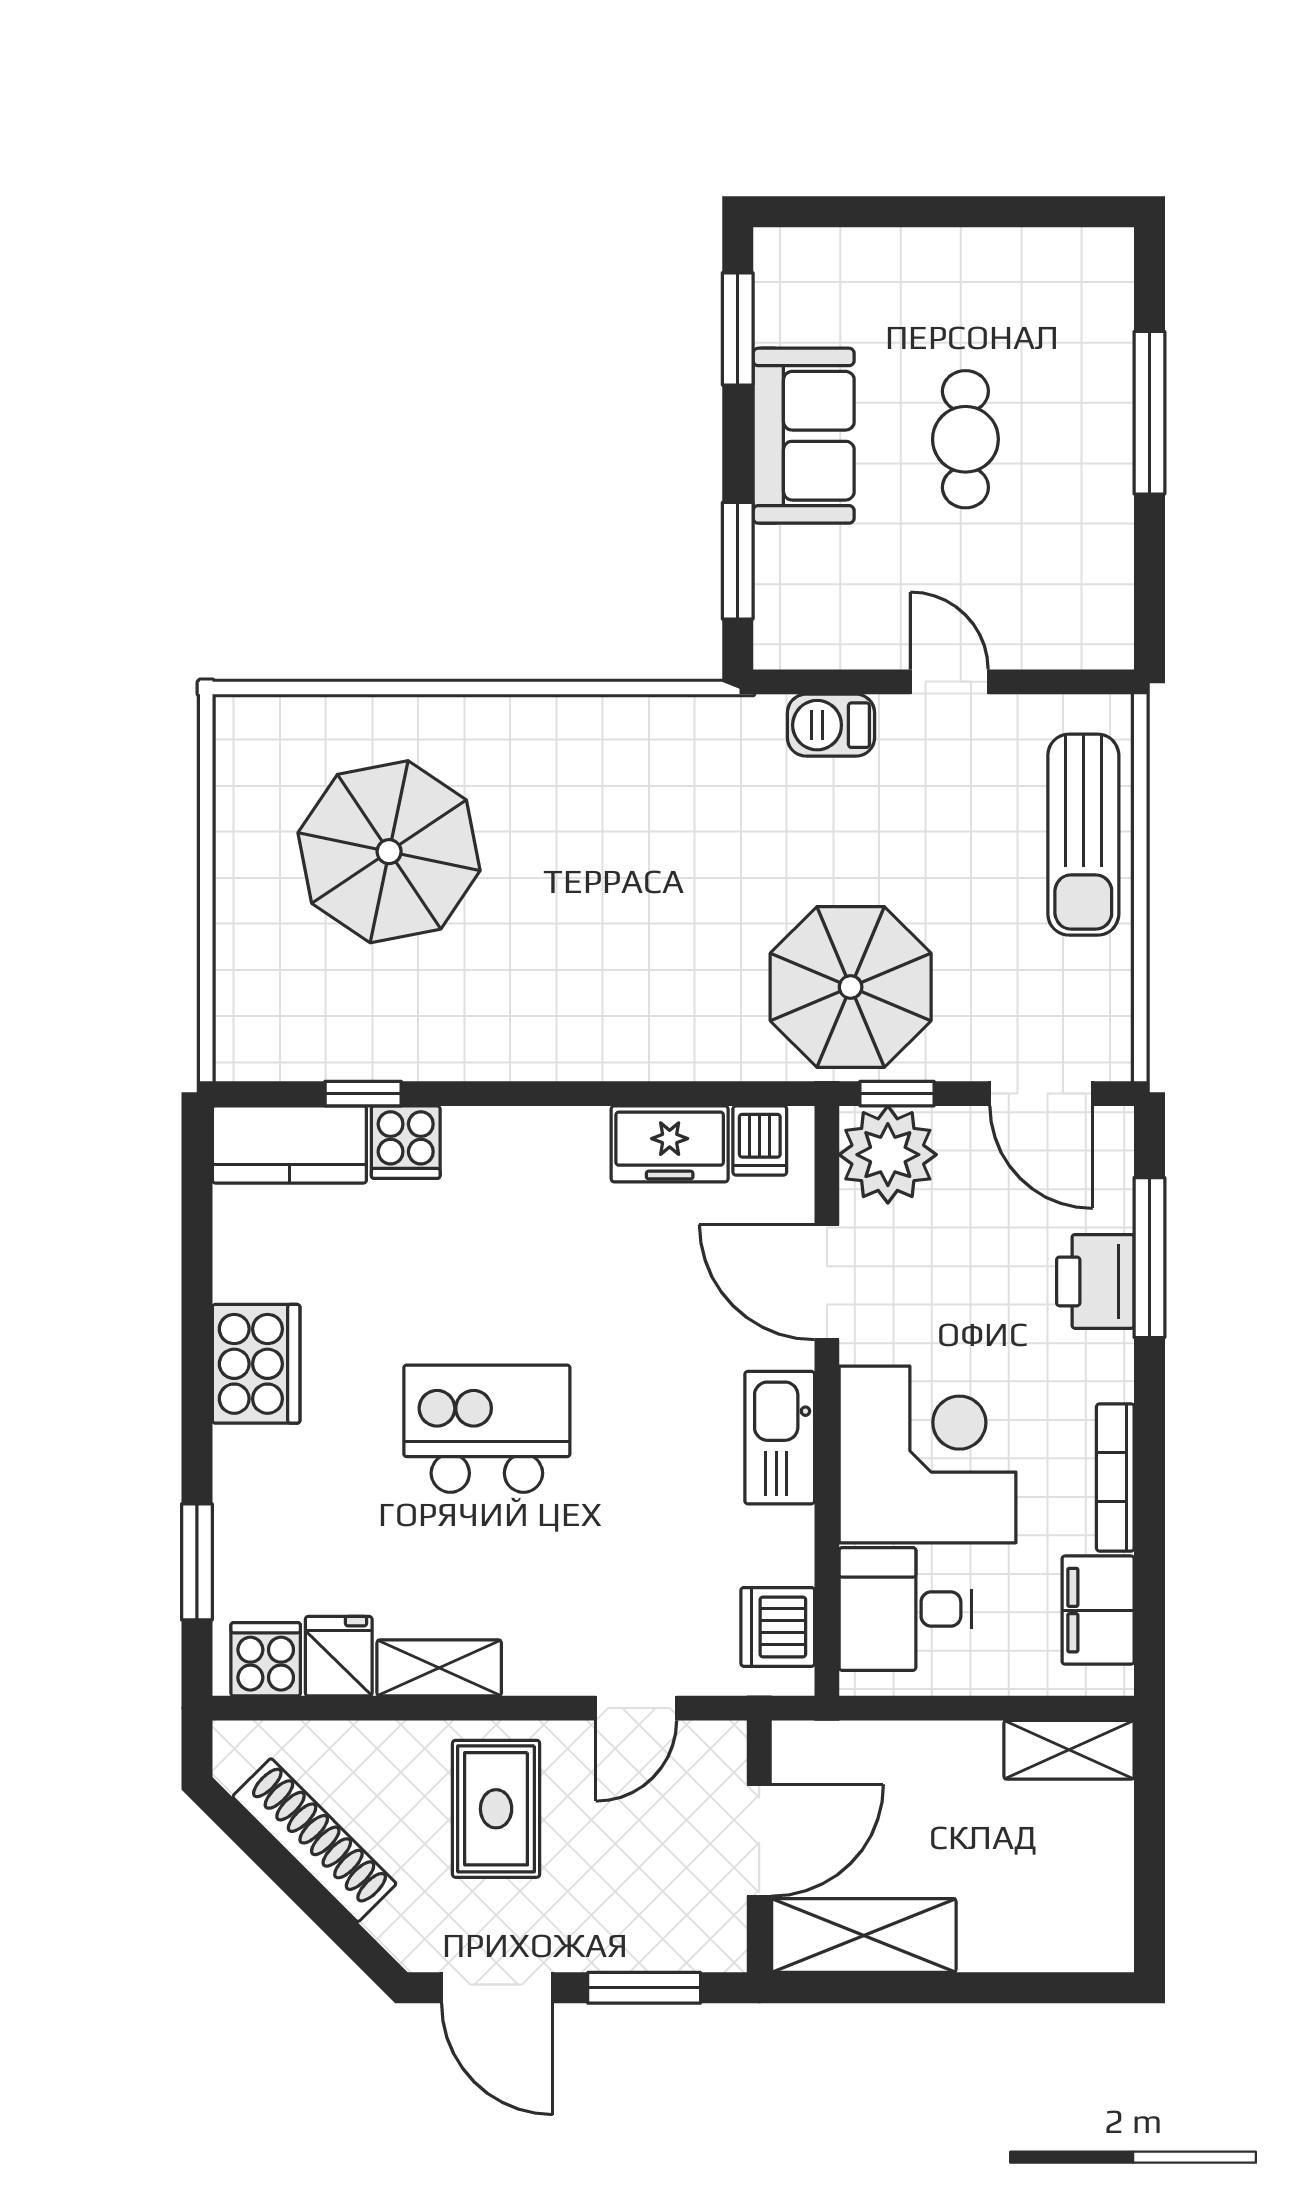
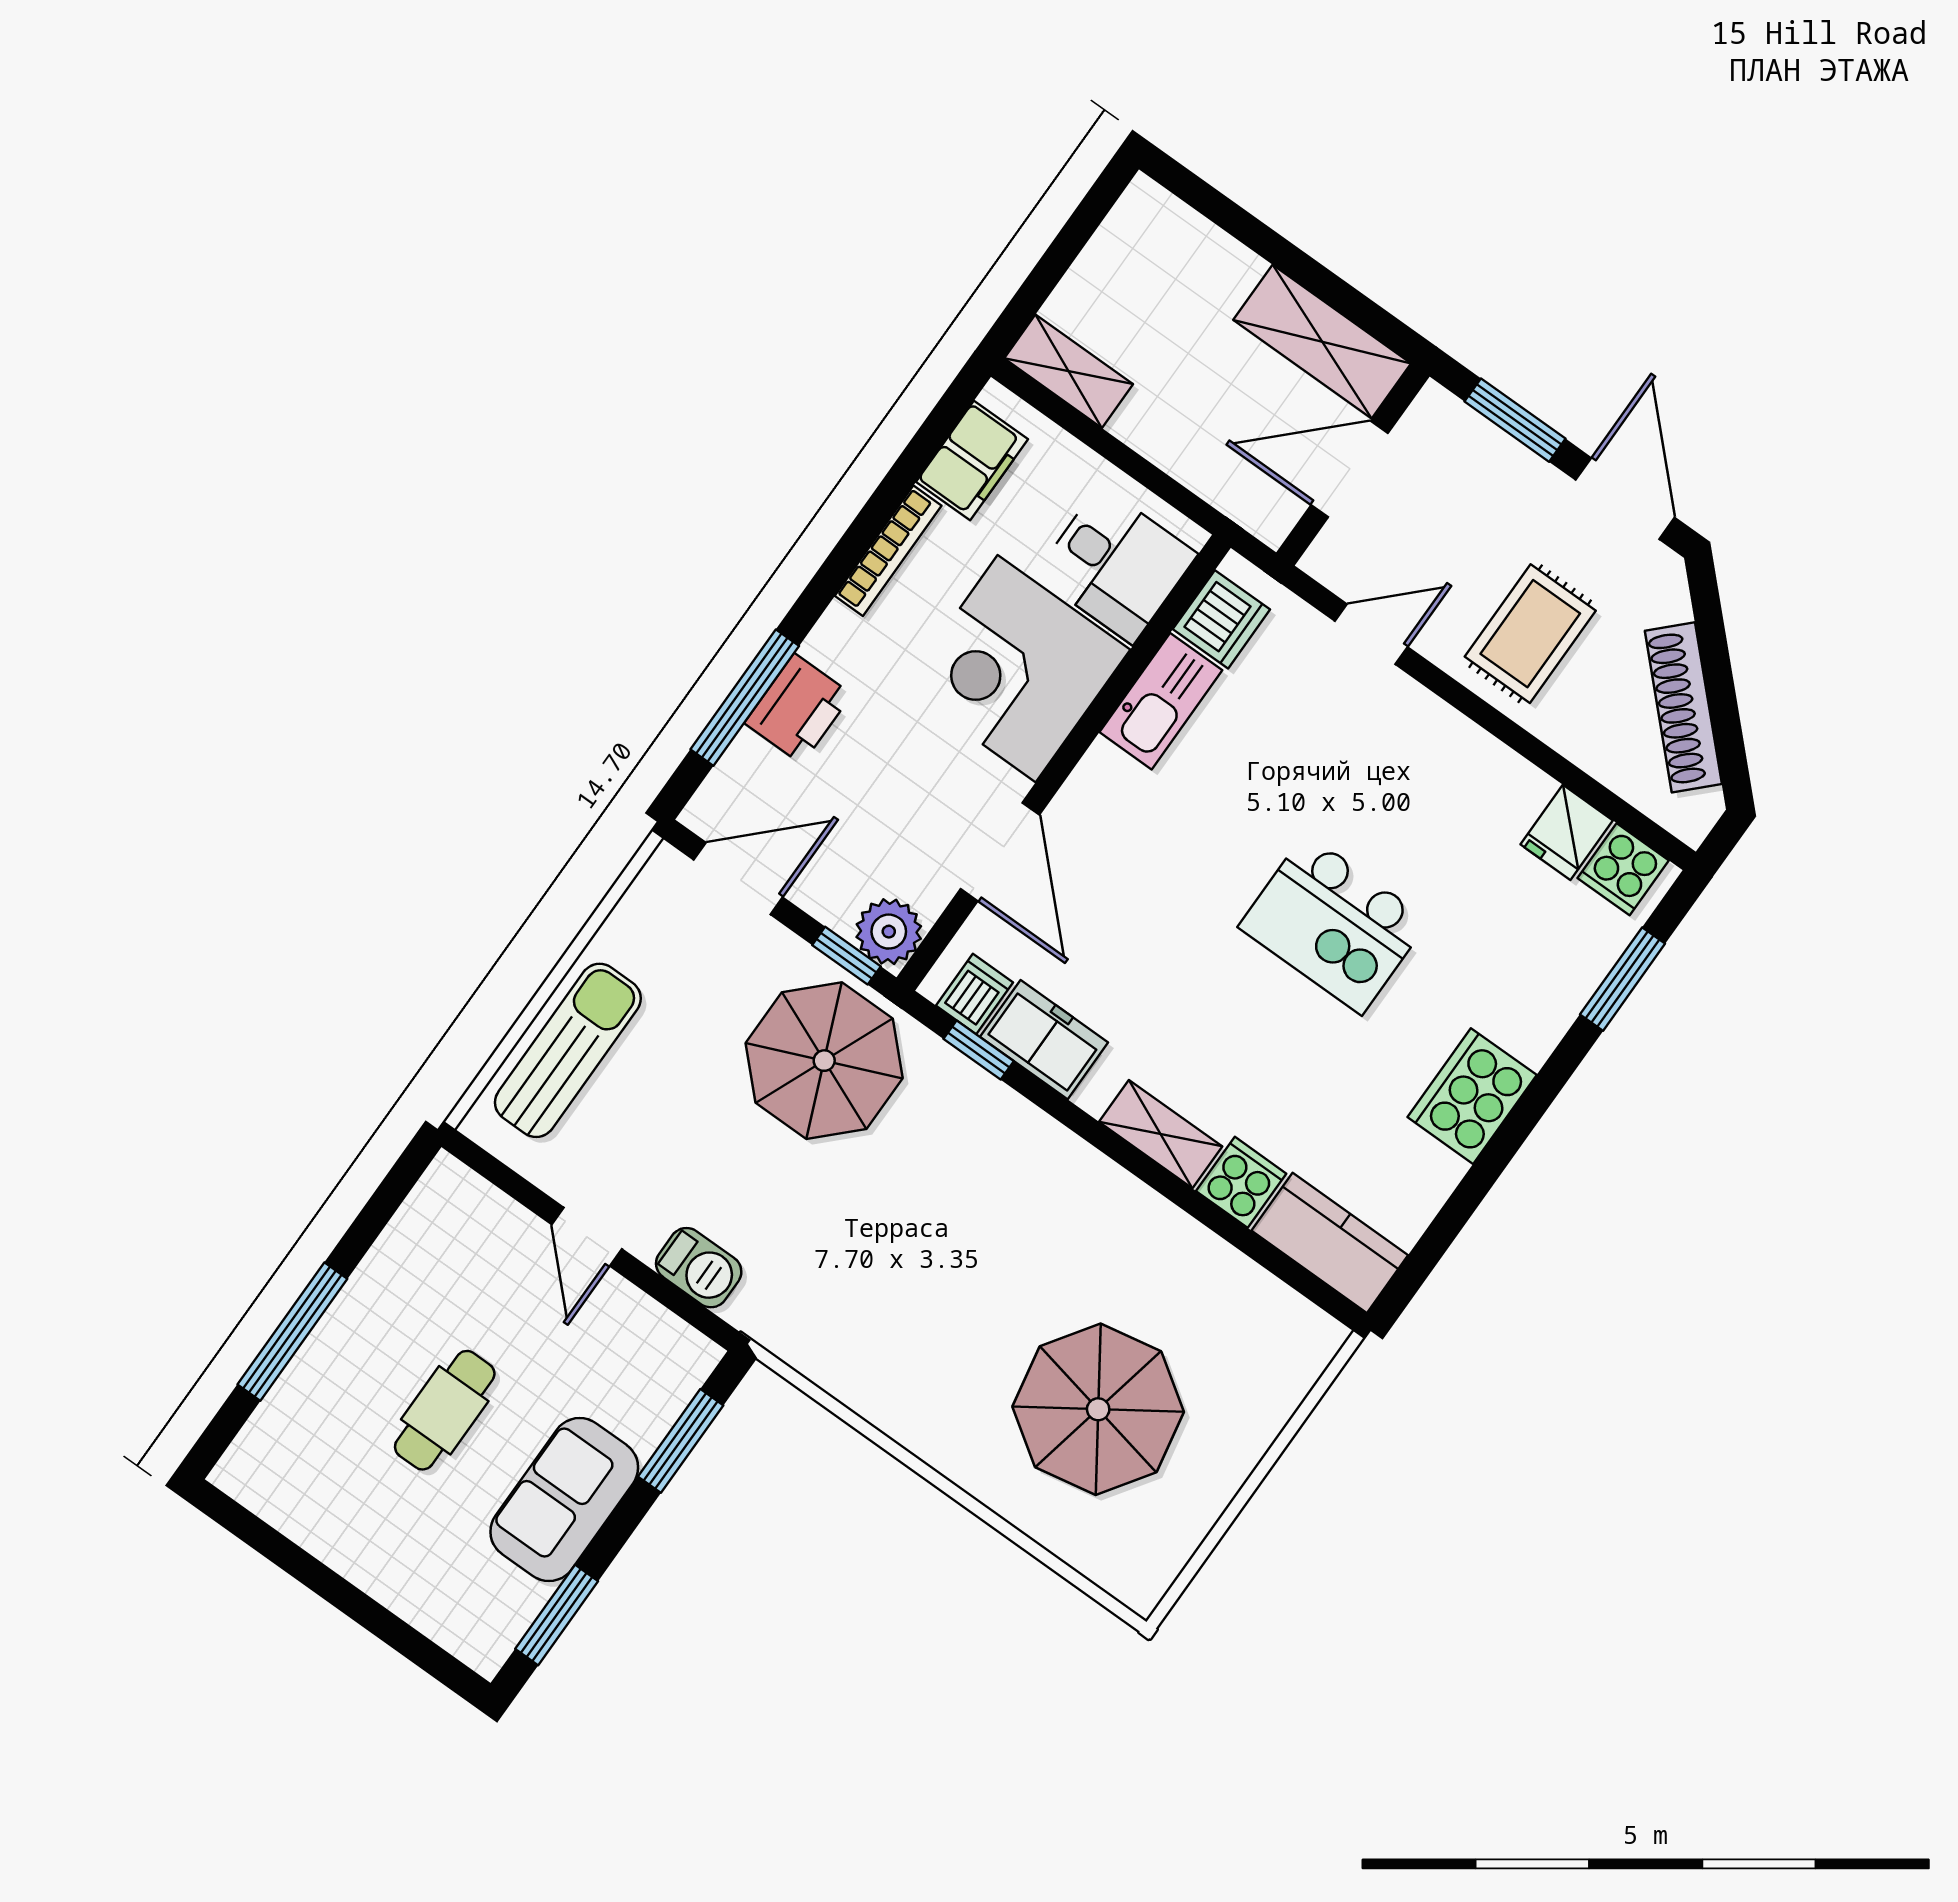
window: (363, 1094) -> (979, 1050), moved
door: (1041, 1094) -> (738, 878), hinge flipped
plant: (888, 1155) -> (889, 932), width x0.73, depth x0.73
kitchen sink: (780, 1438) -> (1161, 701), moved
shelving: (439, 1668) -> (1161, 1134), moved

